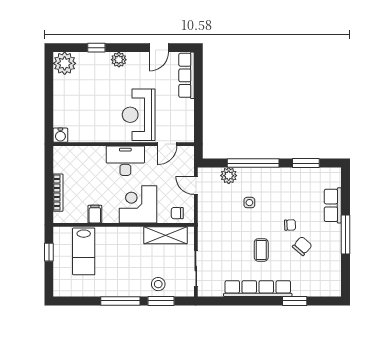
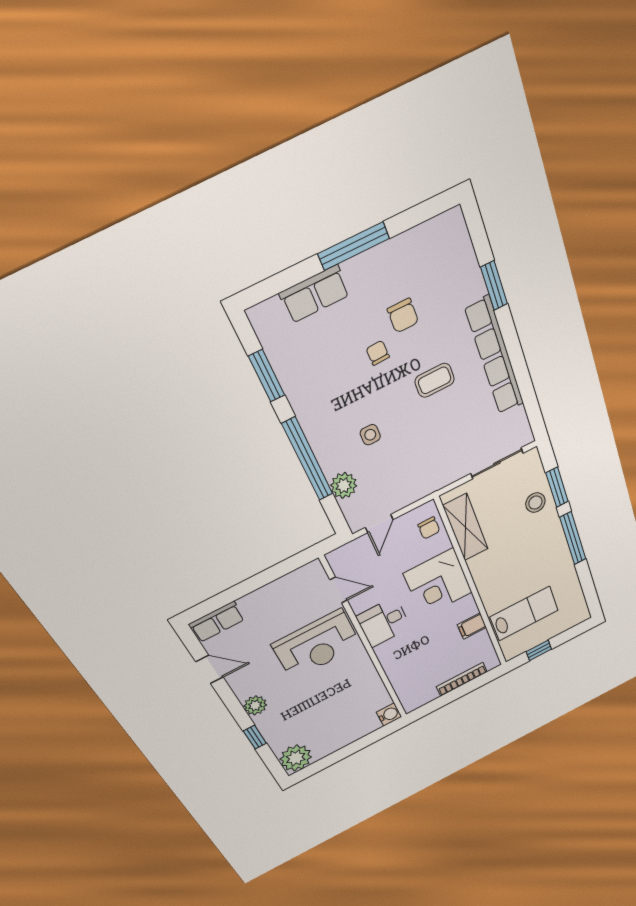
row of seats: (186, 75) -> (217, 622), width x0.68
desk: (125, 161) -> (384, 622), width x0.73
chair: (302, 246) -> (403, 316), turned -131

